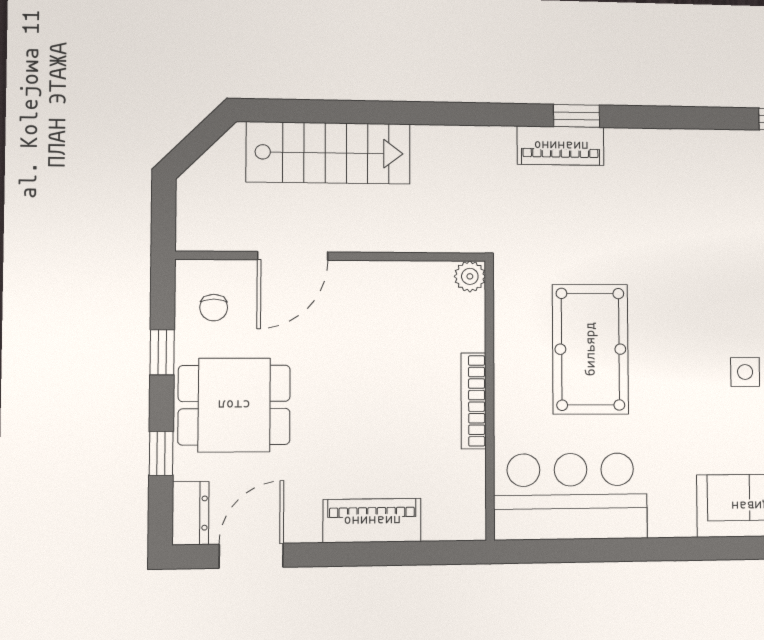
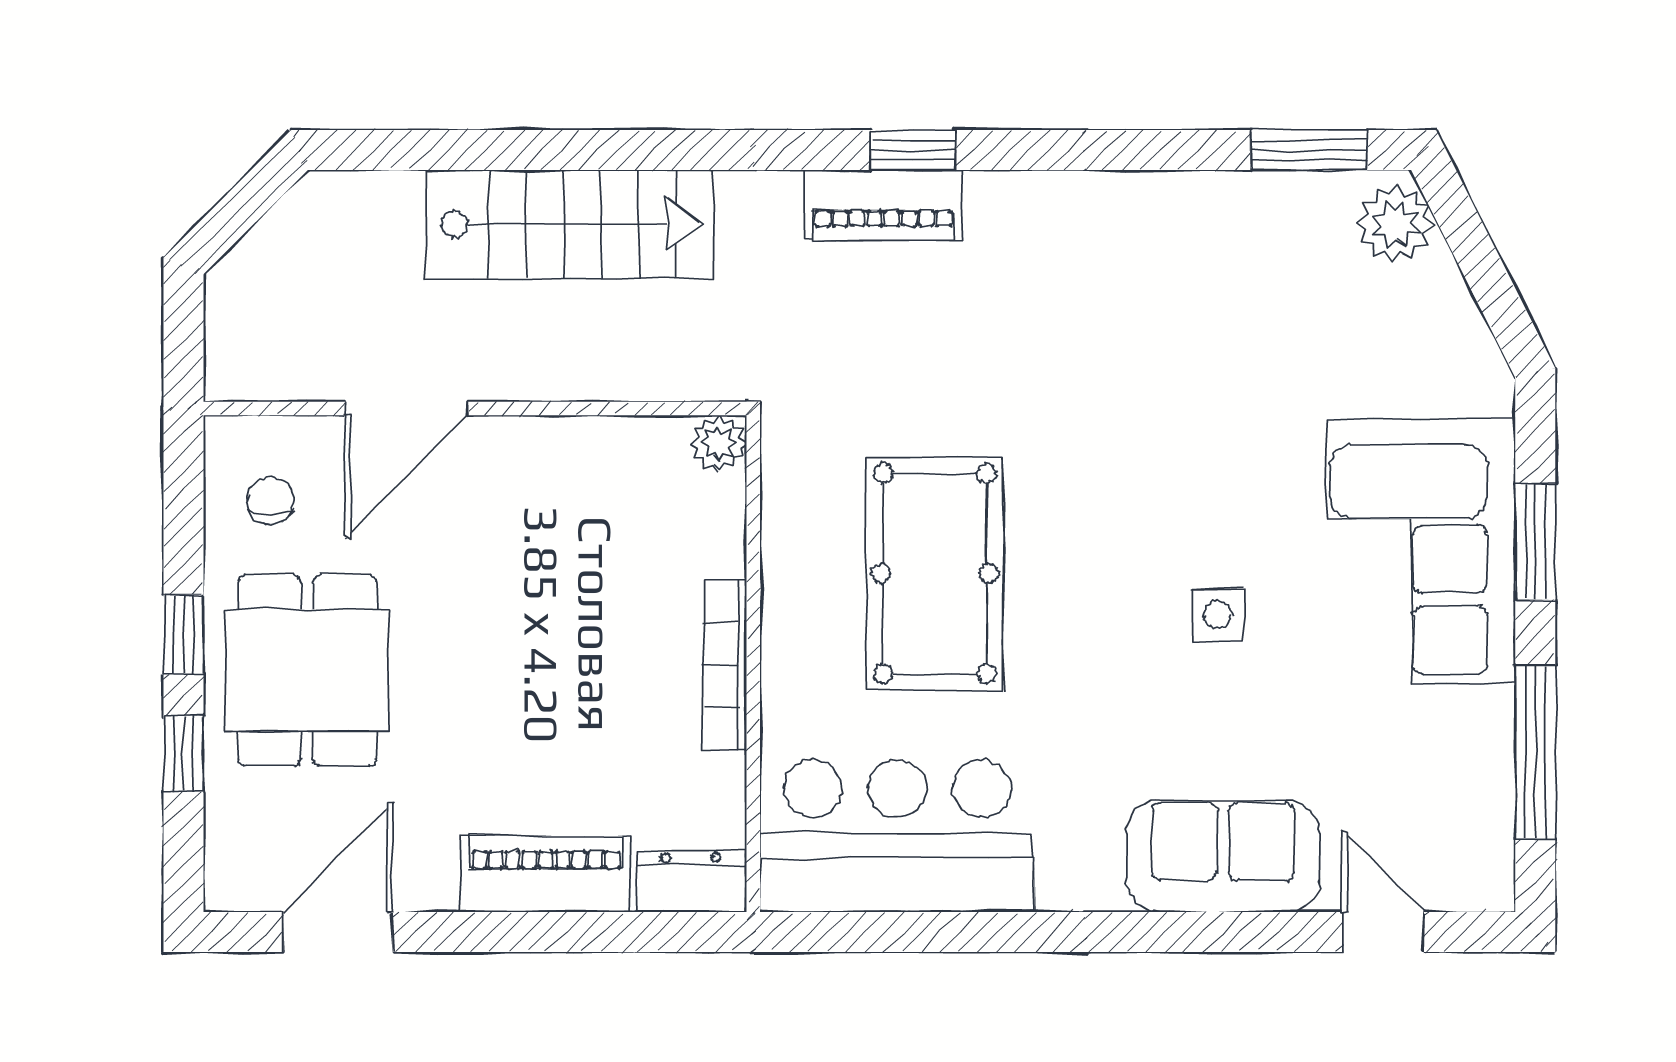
stairs: (328, 153) -> (569, 224), moved
chair: (214, 308) -> (271, 500), turned 180
window: (162, 352) -> (183, 634), moved
dining table: (234, 405) -> (307, 671), turned 90
dresser: (190, 513) -> (691, 881), moved, turned -90

